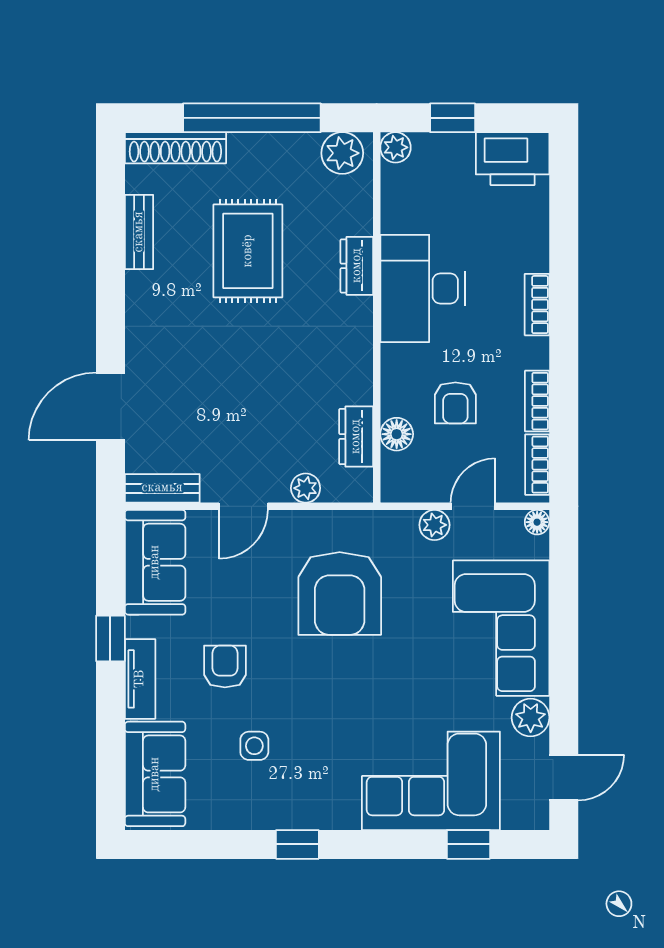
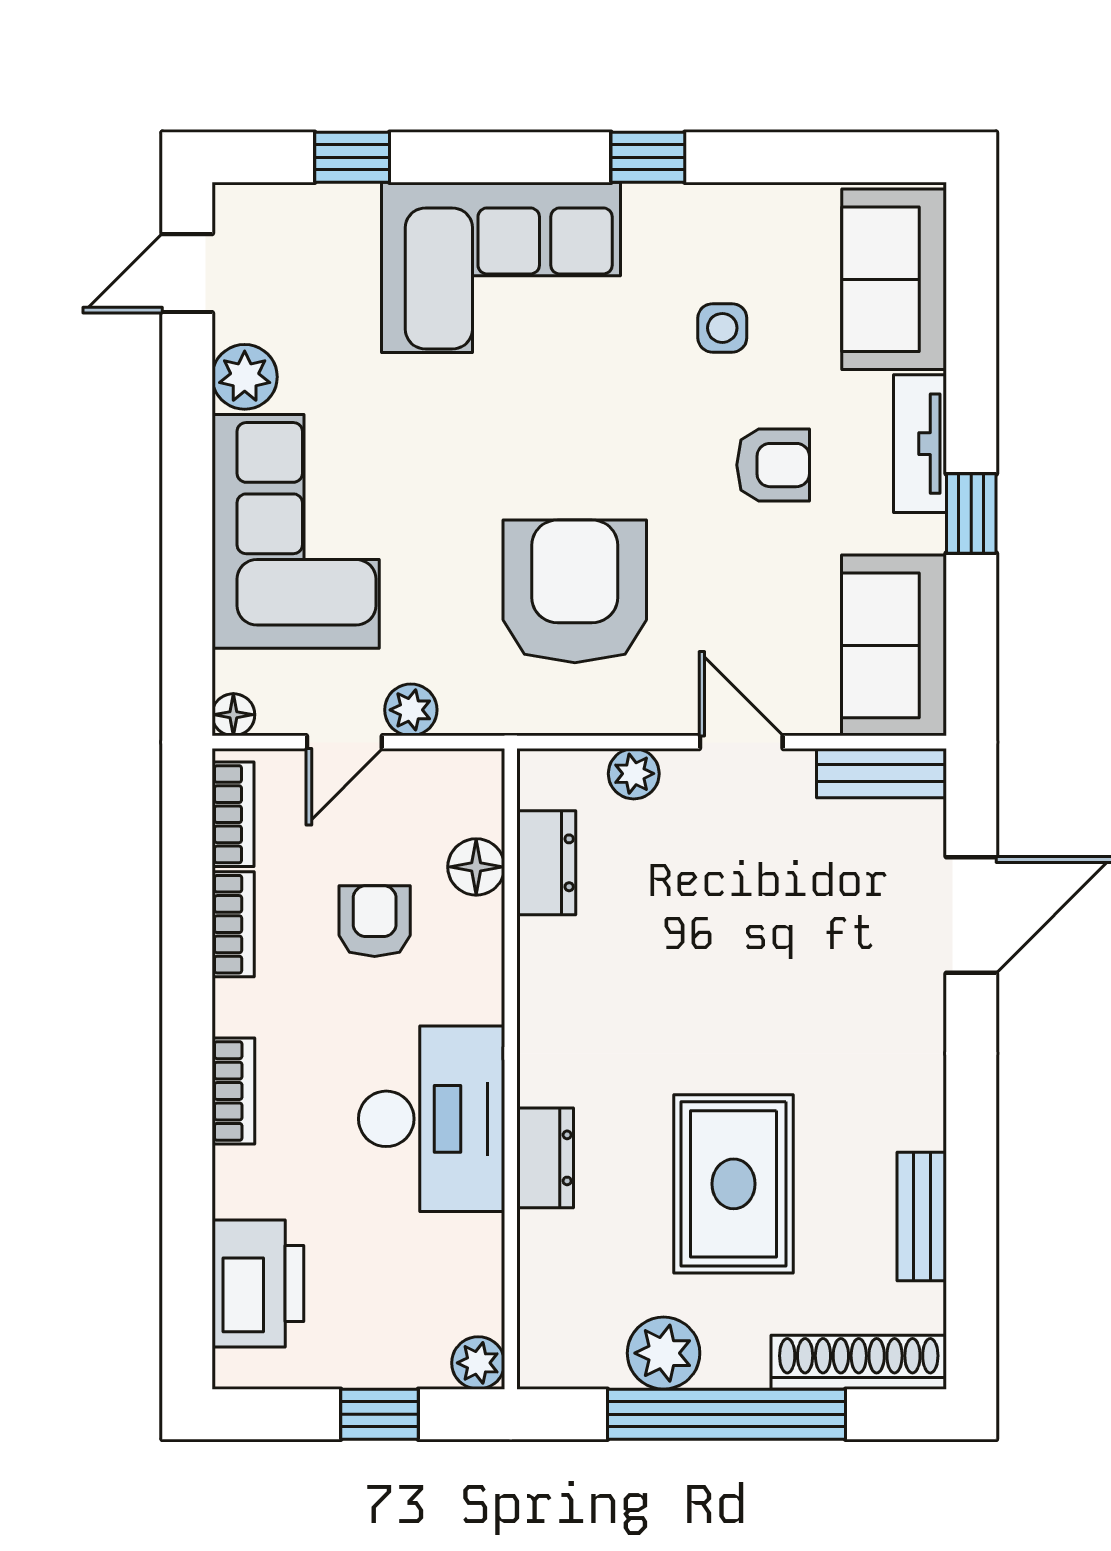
plant: (342, 153) -> (664, 1353), moved
printer: (513, 159) -> (258, 1283), moved, turned 90
door: (243, 506) -> (741, 742), hinge flipped
armchair: (225, 667) -> (773, 465), turned -90
corner sofa: (431, 781) -> (501, 267), moved

